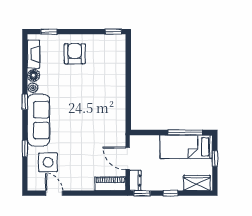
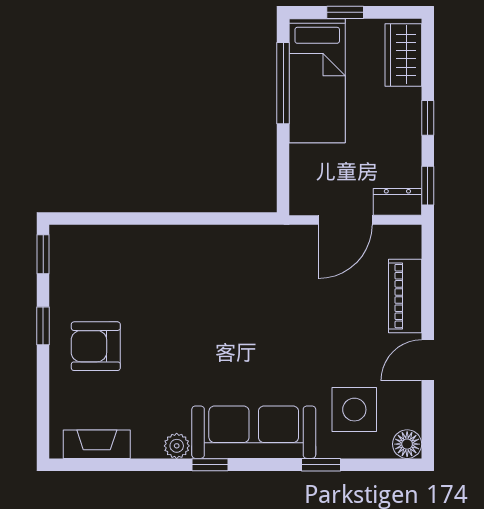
window: (49, 32) -> (43, 326), moved
floor lamp: (34, 75) -> (407, 444), moved
piano: (110, 184) -> (405, 296), moved
door: (54, 193) -> (428, 360), moved

